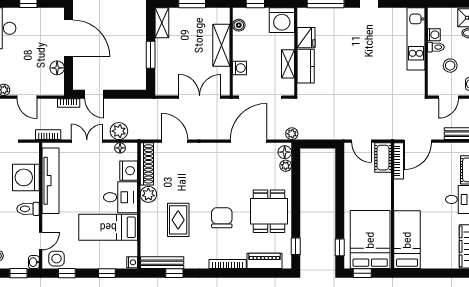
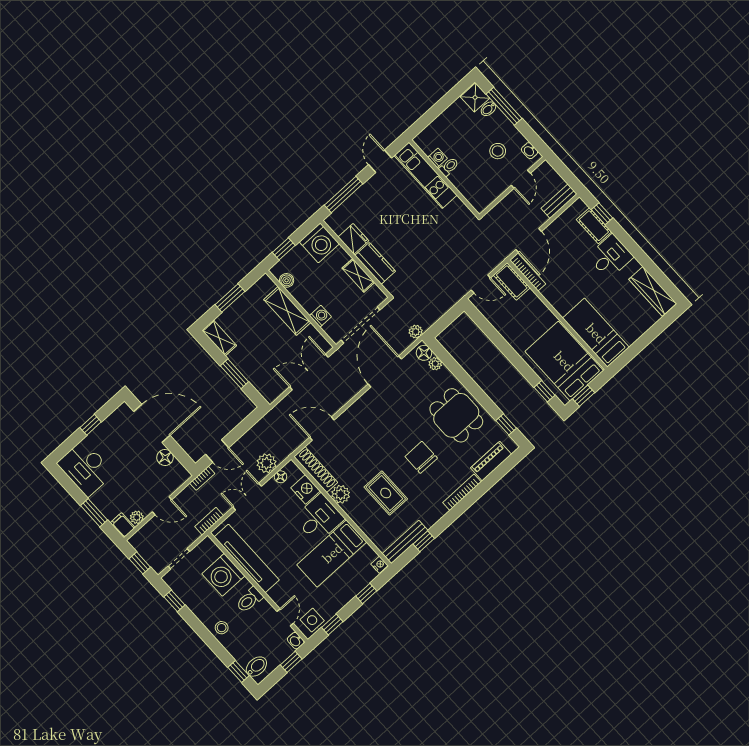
washing machine: (434, 35) -> (437, 158), moved
kitchen unit: (416, 39) -> (426, 175), moved
toilet: (436, 47) -> (449, 167), moved
wall: (426, 52) -> (444, 178), moved

